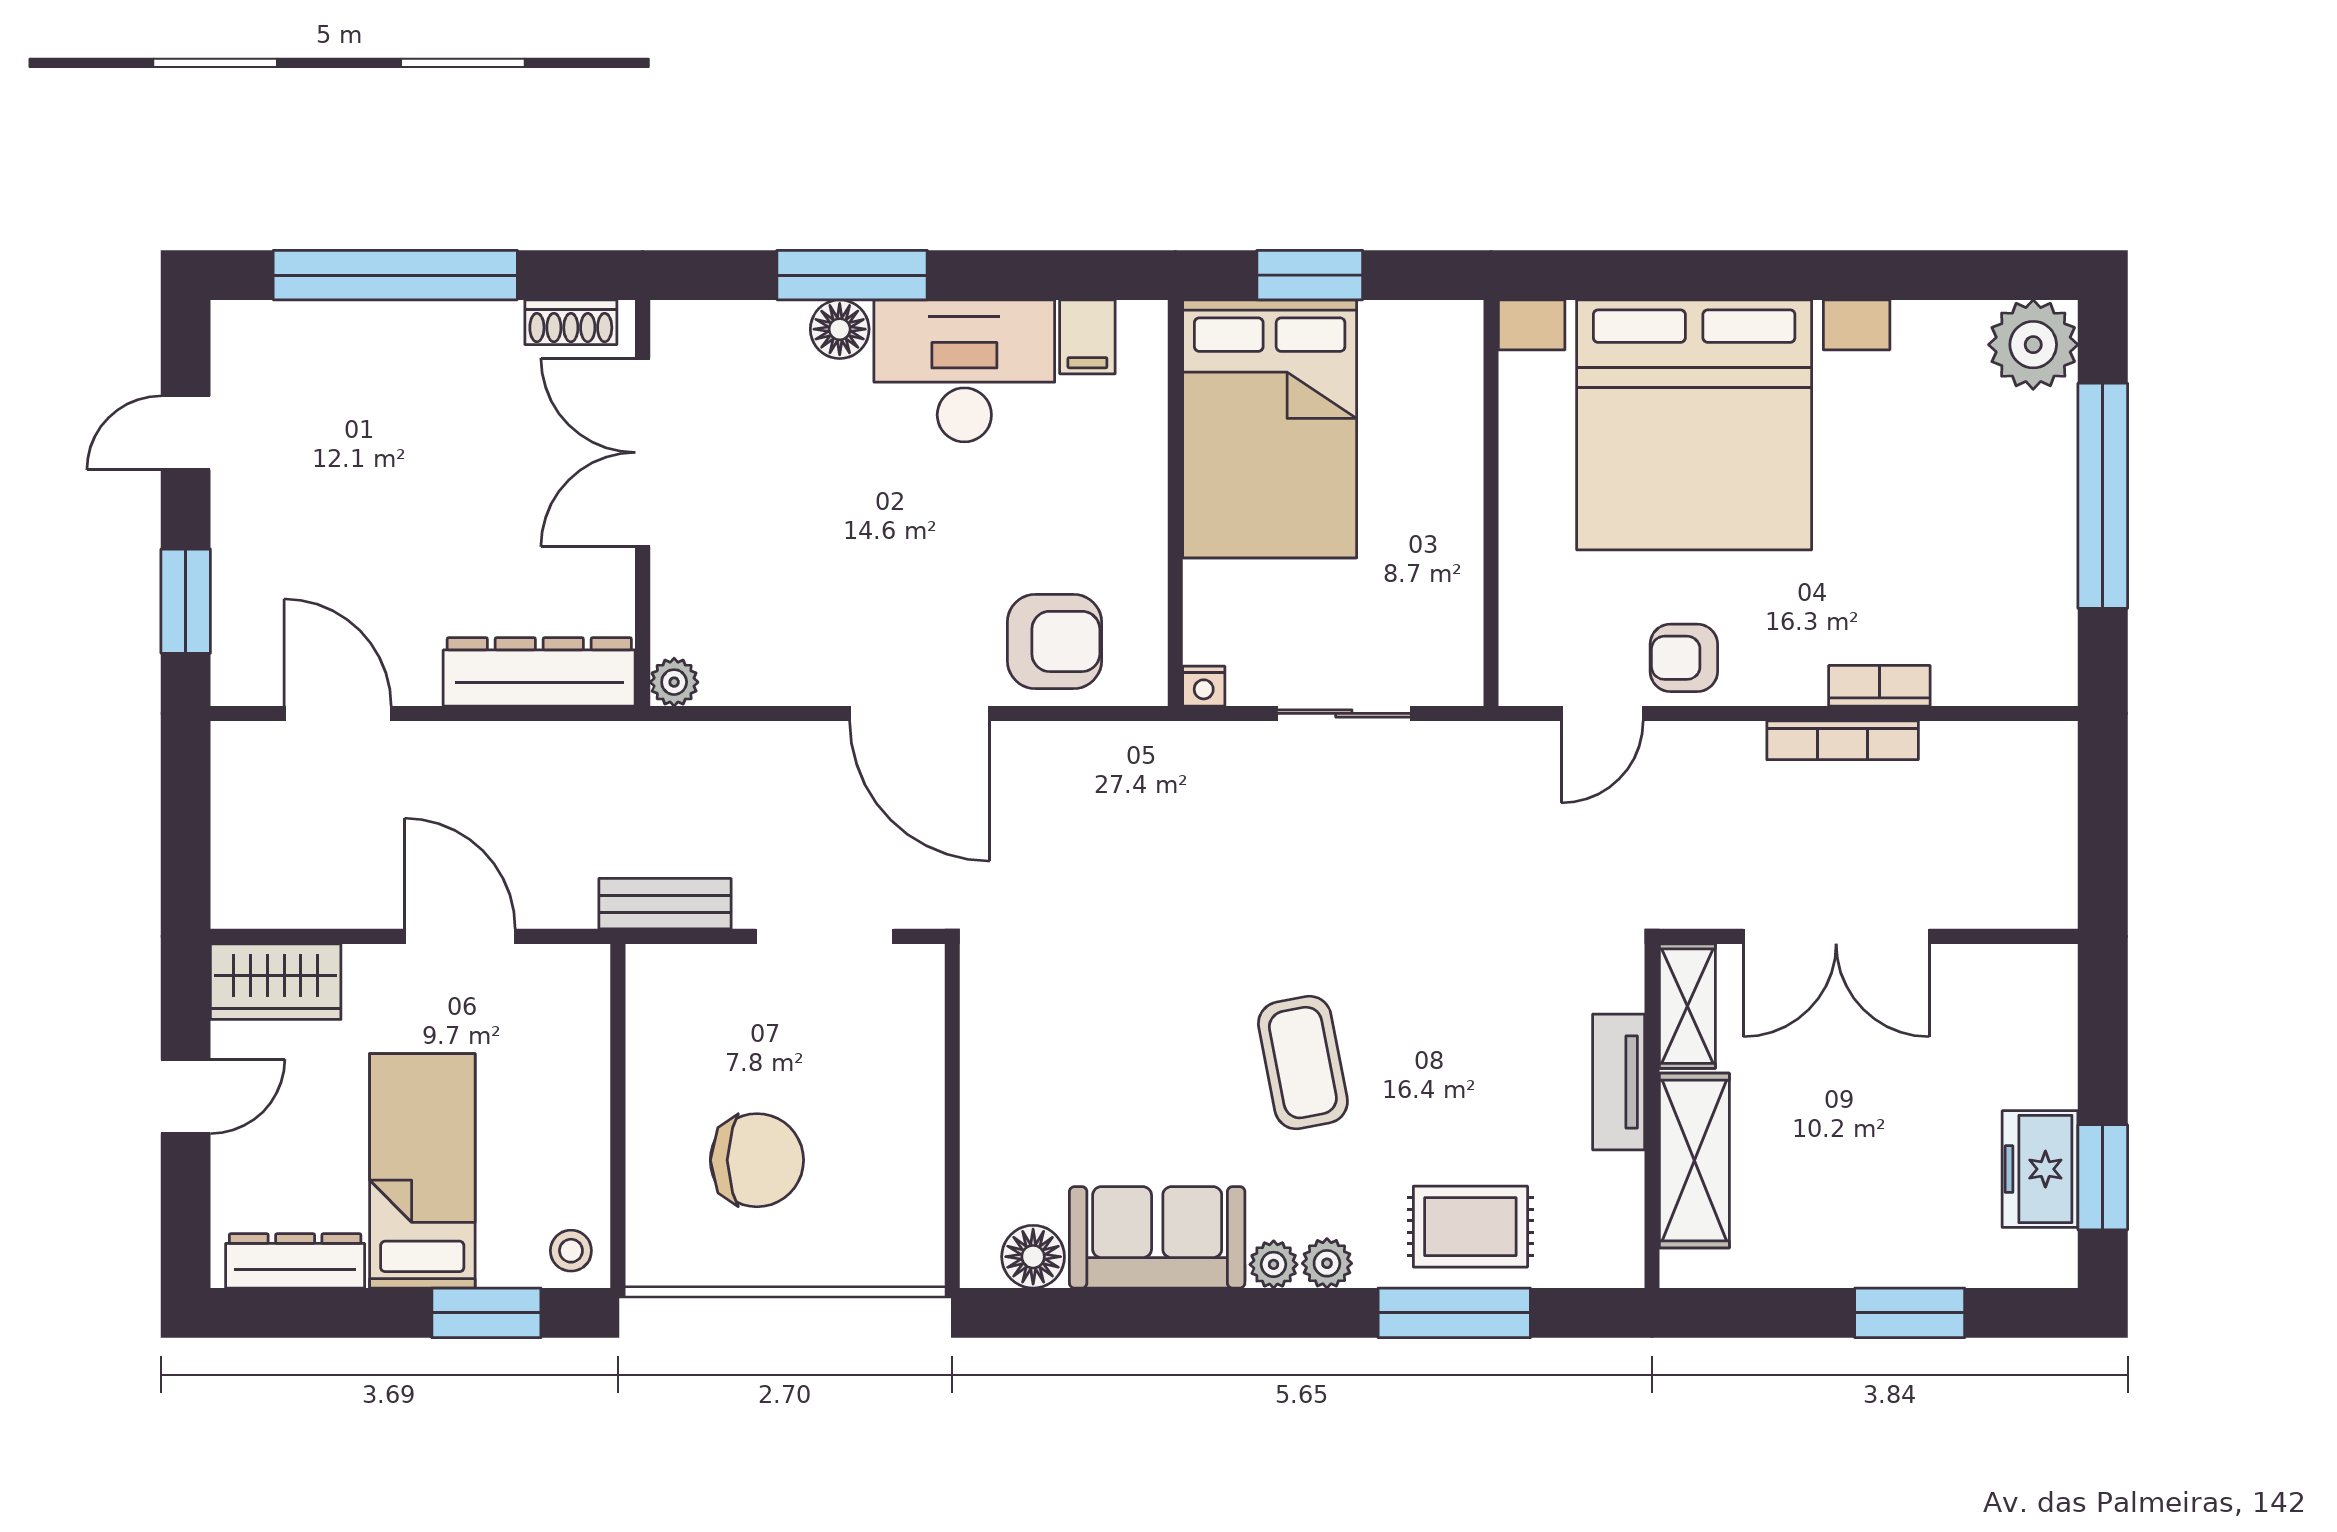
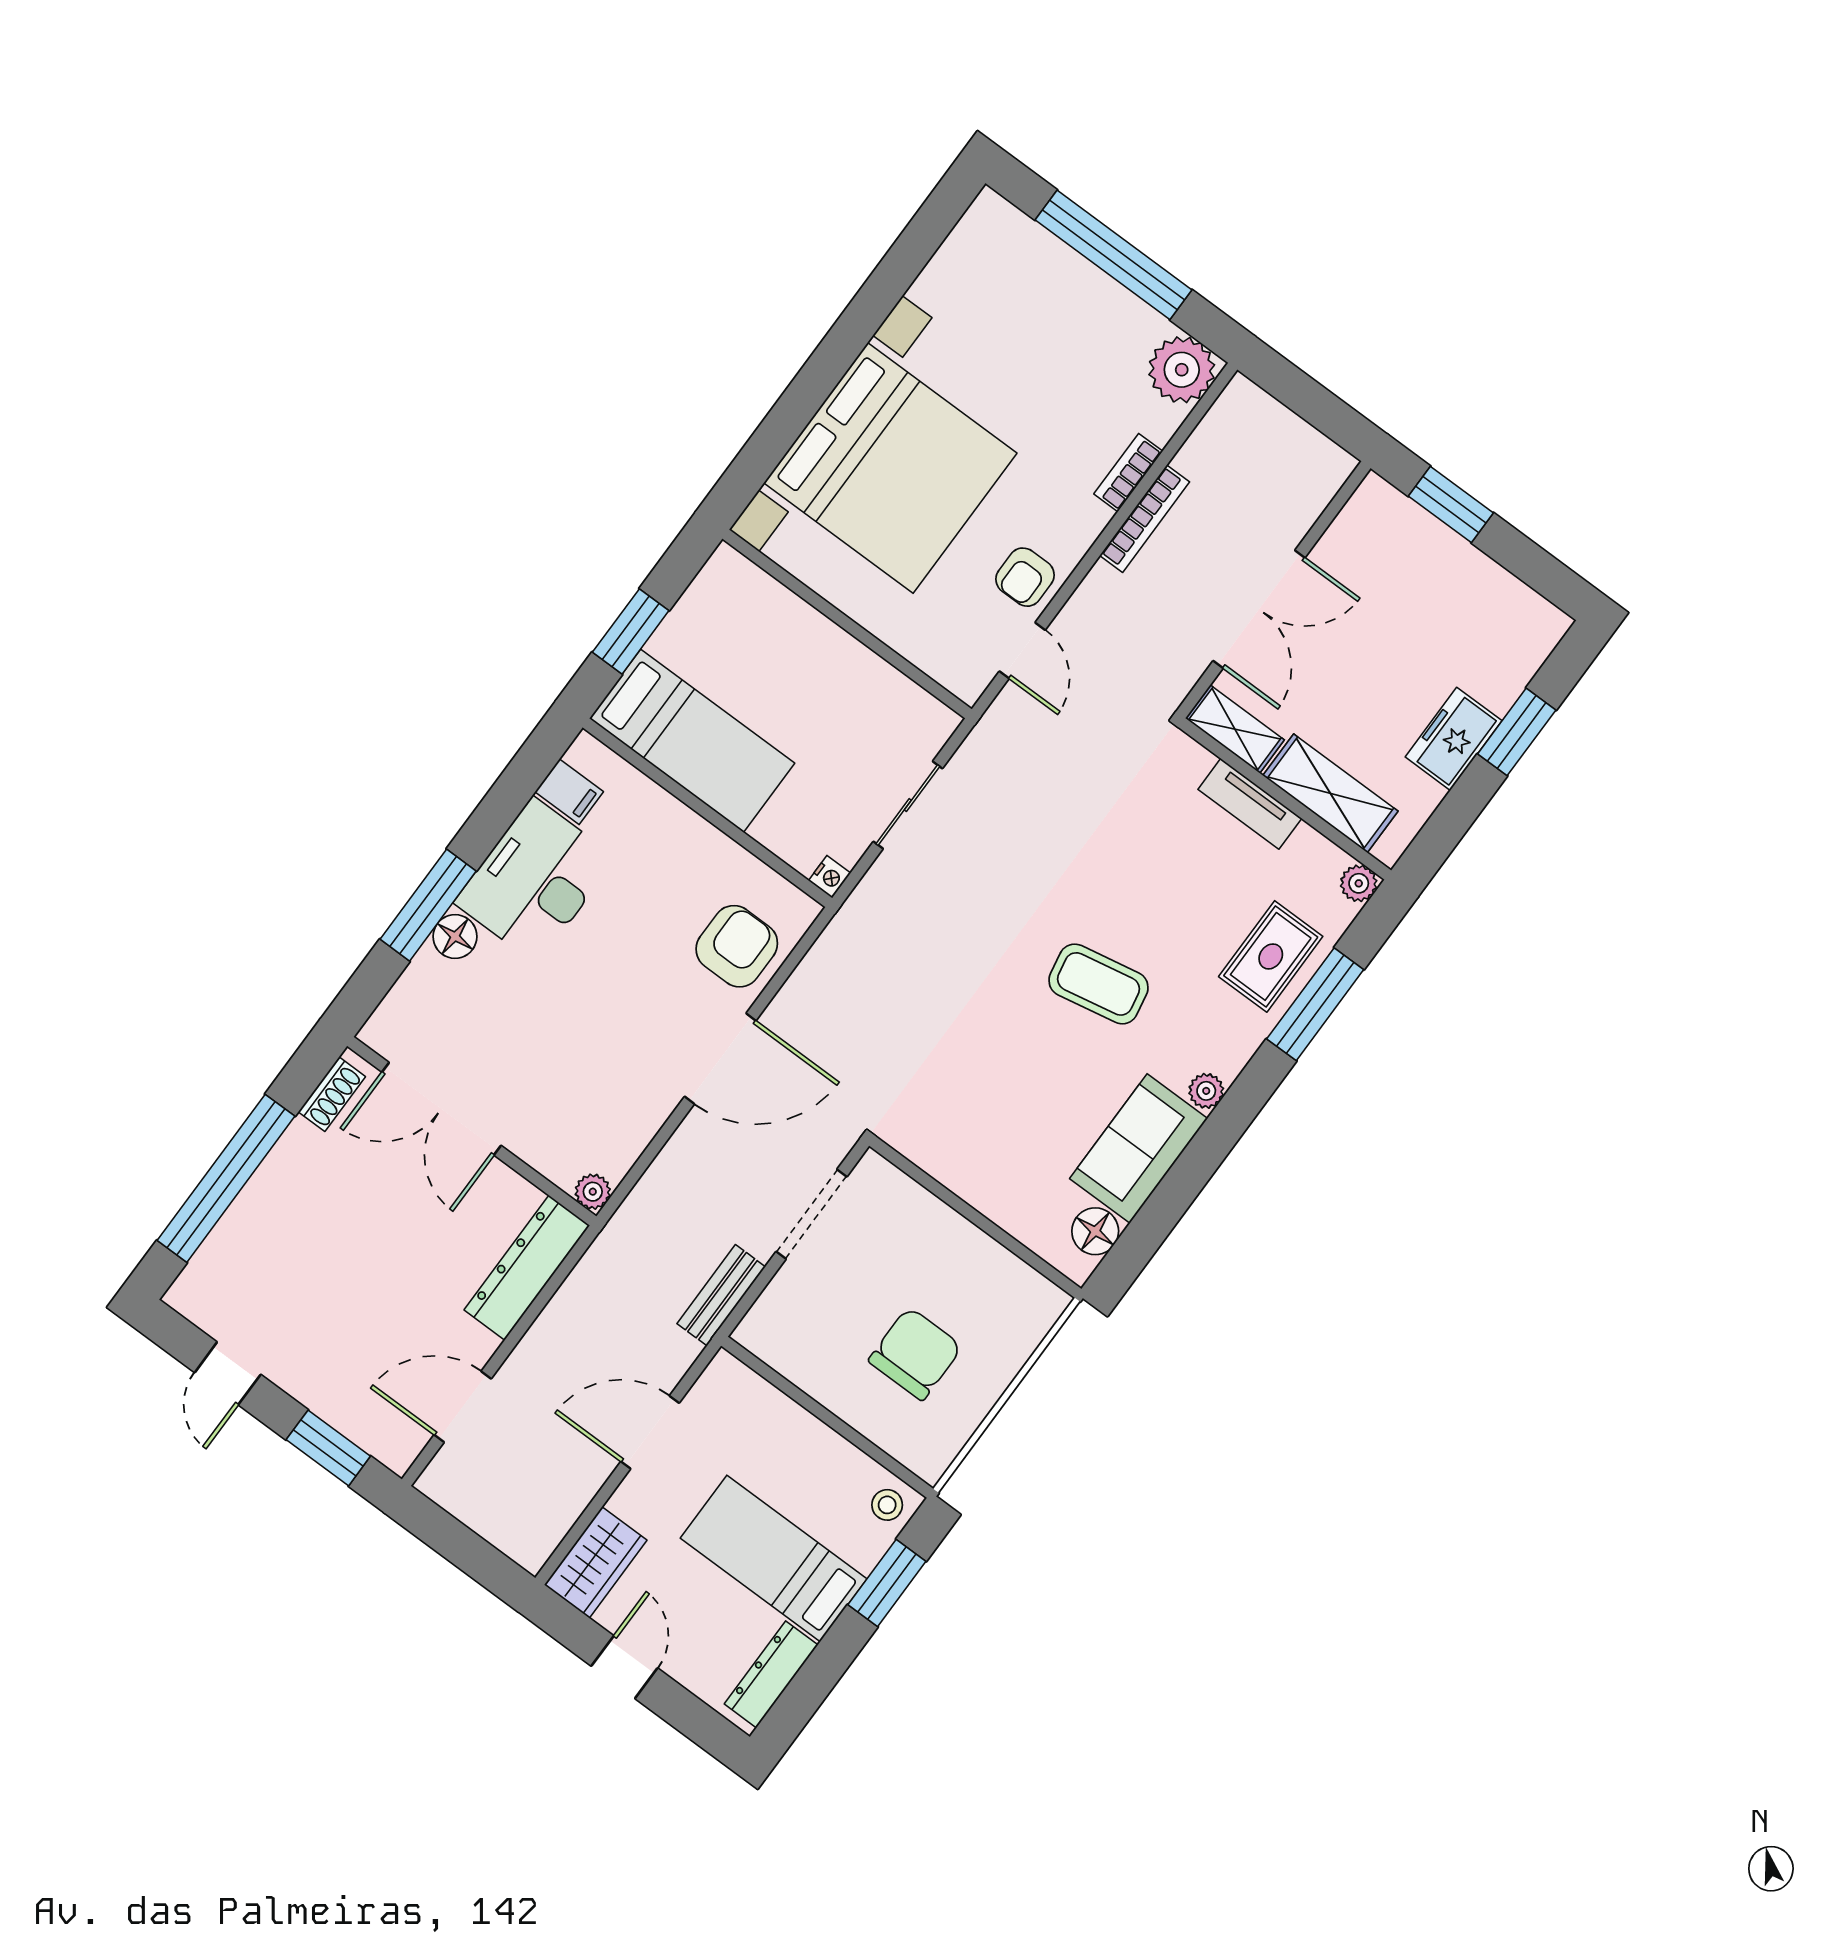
plant: (2033, 345) -> (1182, 370), moved
bed: (1270, 429) -> (692, 741), width x0.67
freezer: (2040, 1169) -> (1454, 739), moved, turned 90
window: (2103, 1177) -> (1451, 505), moved
plant: (1327, 1263) -> (1359, 883), moved

